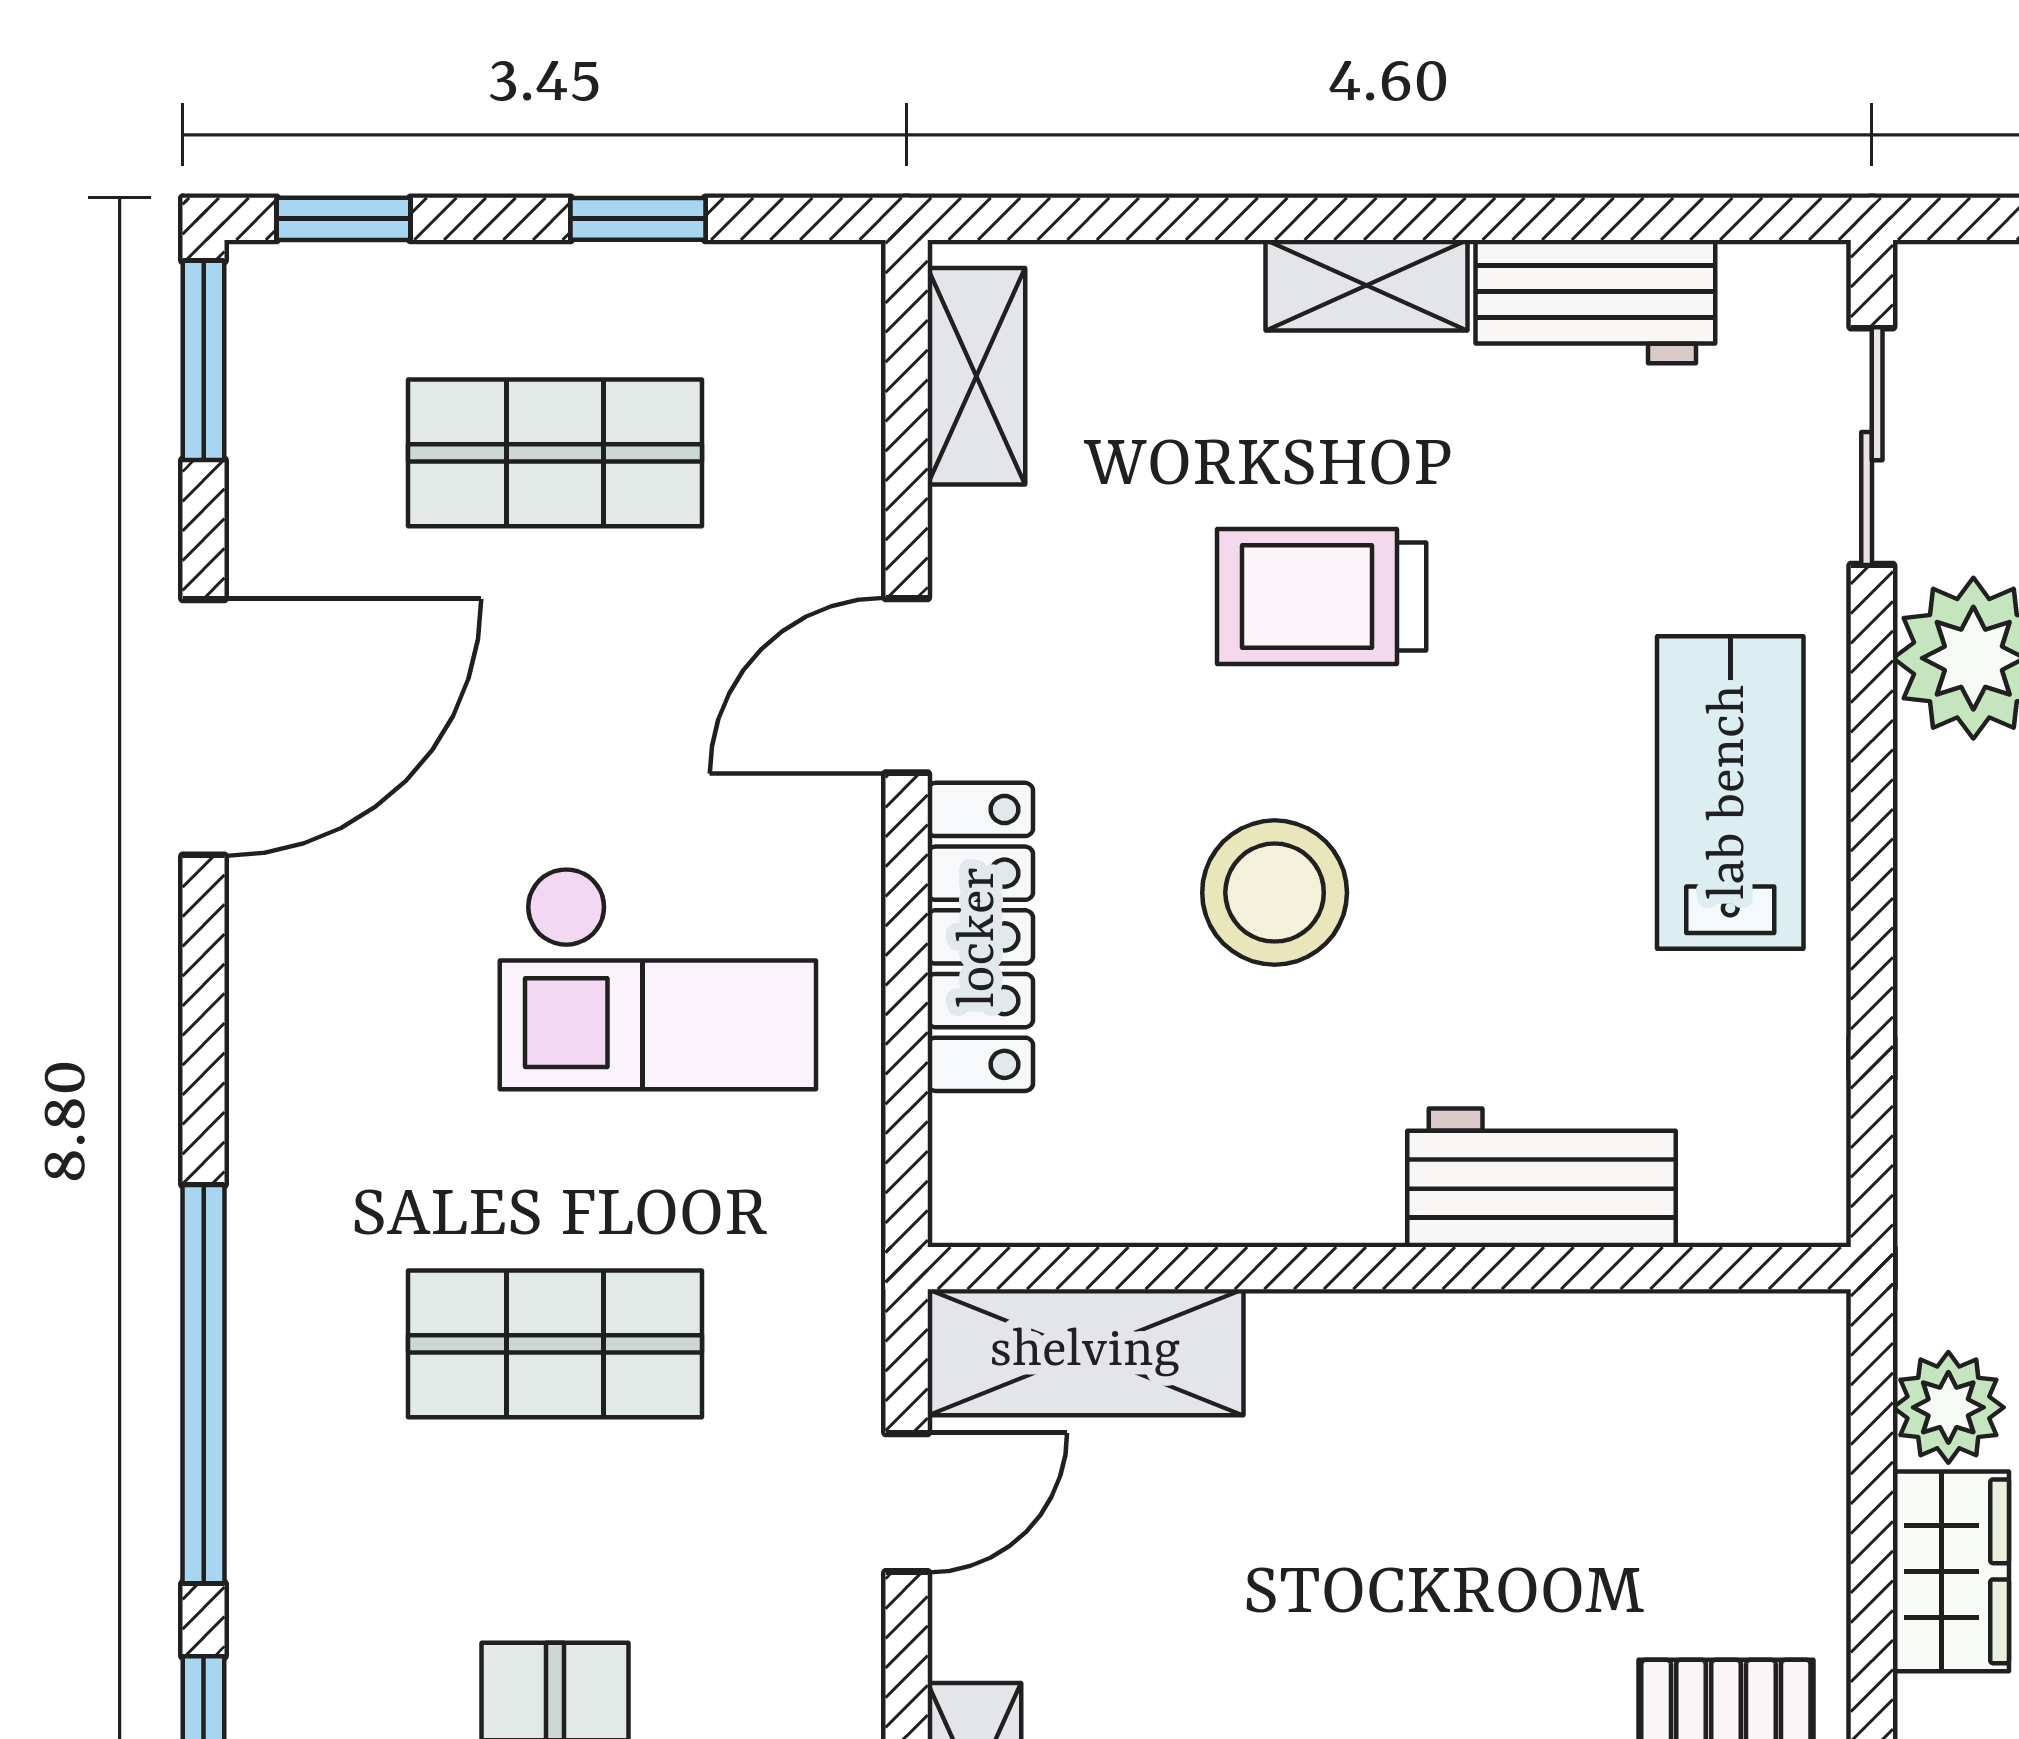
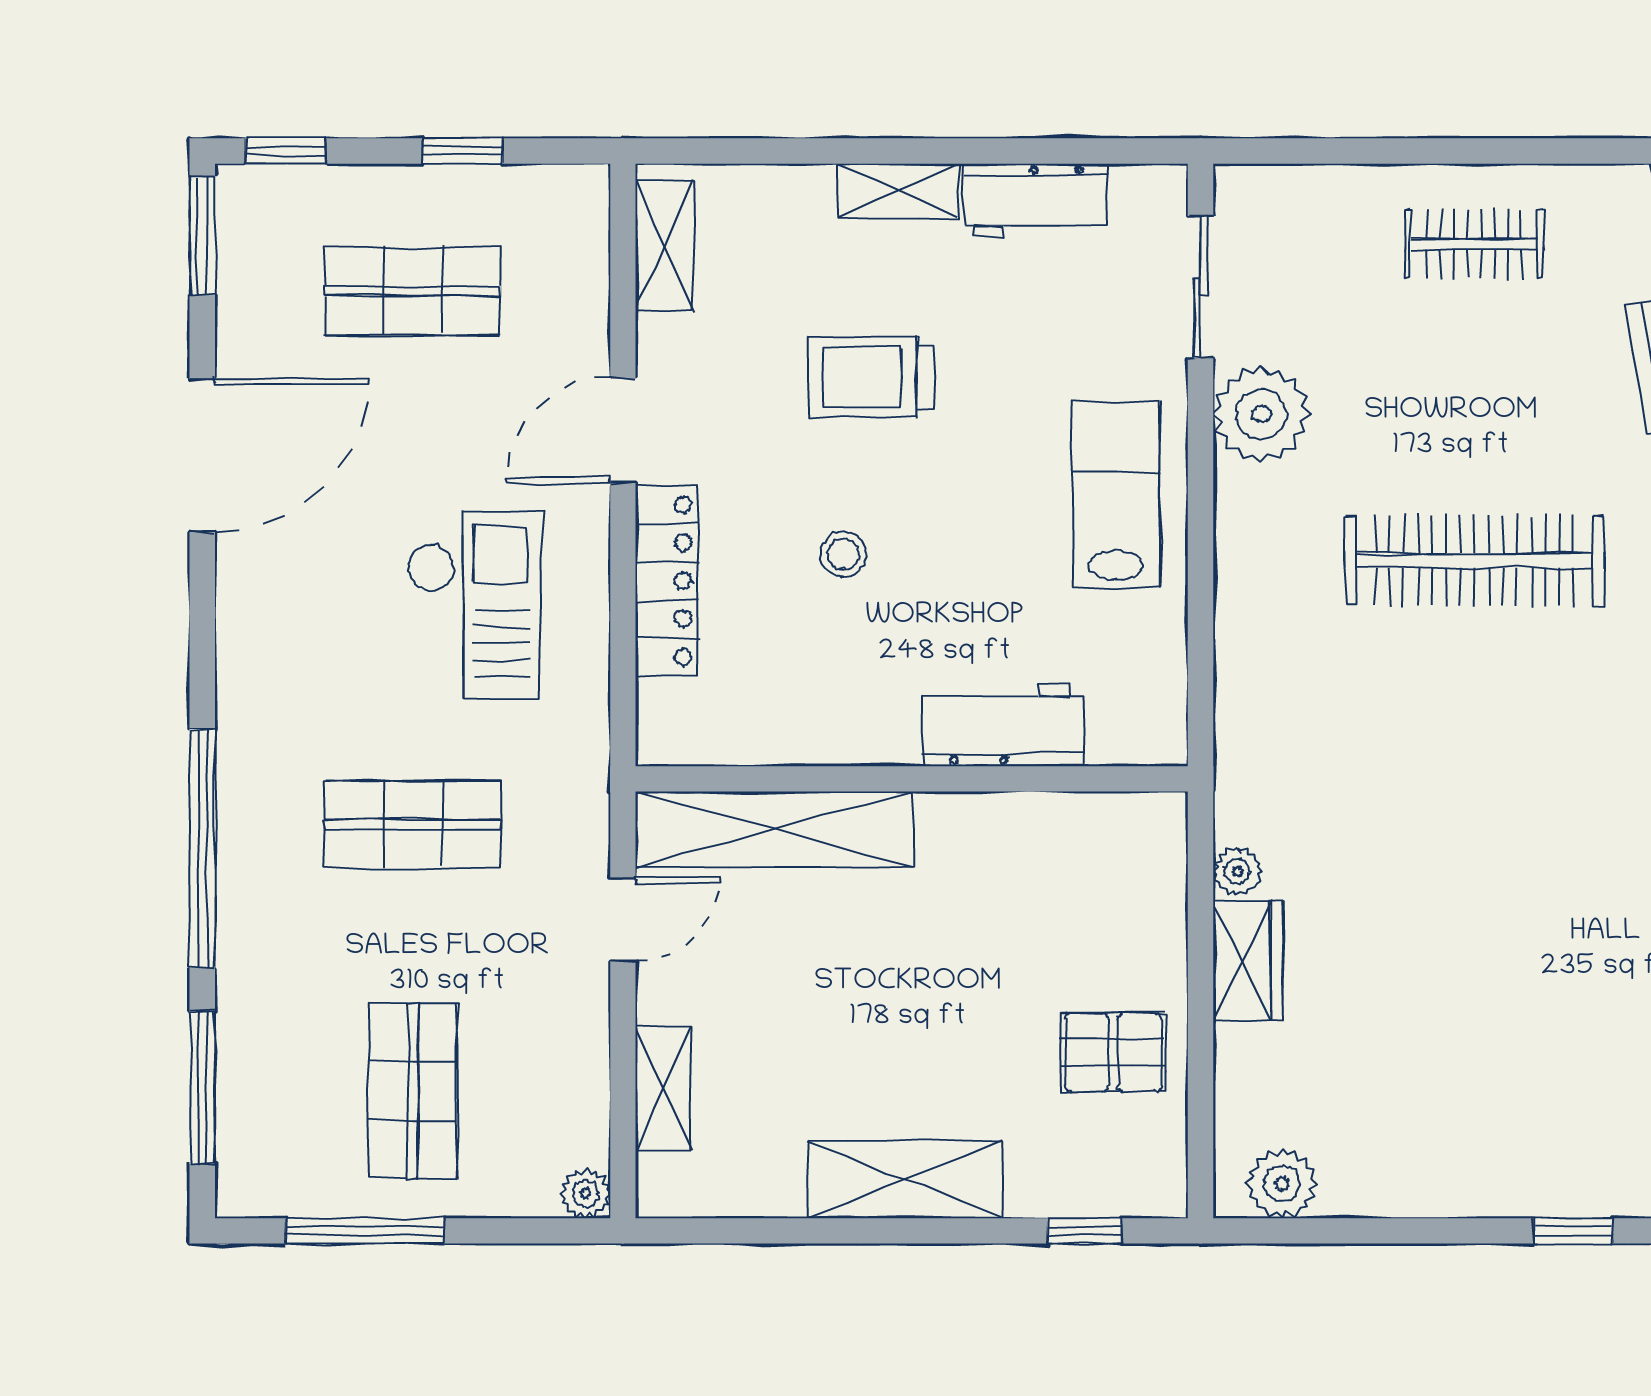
stool: (1275, 893) -> (843, 554), width x0.53, depth x0.53
checkout: (658, 978) -> (474, 605), turned -90
shelving: (1085, 1352) -> (774, 829), width x1.47
plant: (1948, 1407) -> (1237, 871), width x0.73, depth x0.73

